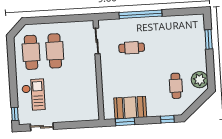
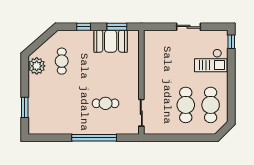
checkout: (33, 95) -> (211, 60), turned -90
window: (167, 119) -> (84, 27), moved
sliding door: (42, 127) -> (188, 27), moved

